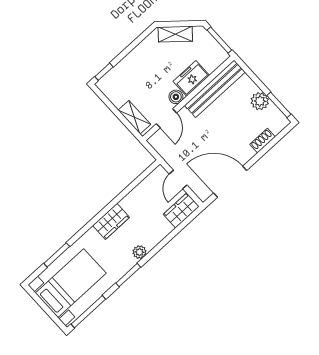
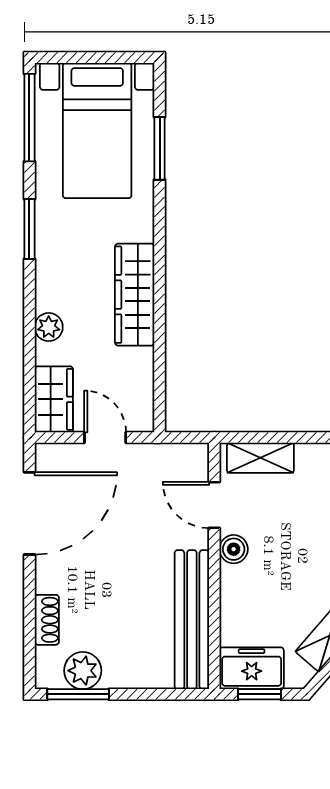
window: (219, 40) -> (259, 694), width x0.67
freezer: (191, 78) -> (252, 668), moved, turned -90
plant: (260, 101) -> (83, 671), moved
wardrobe: (111, 221) -> (135, 295), width x1.50
plant: (139, 252) -> (49, 327), moved

